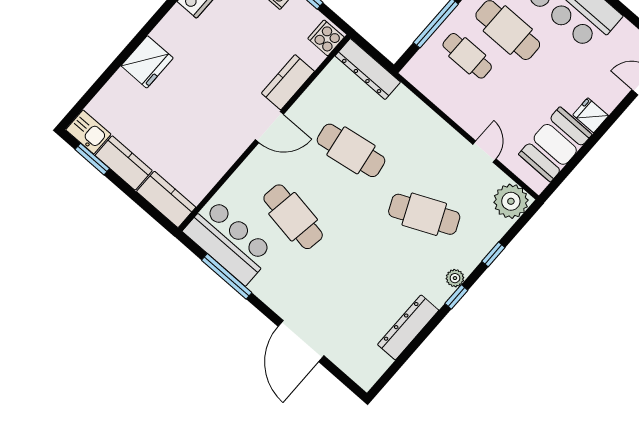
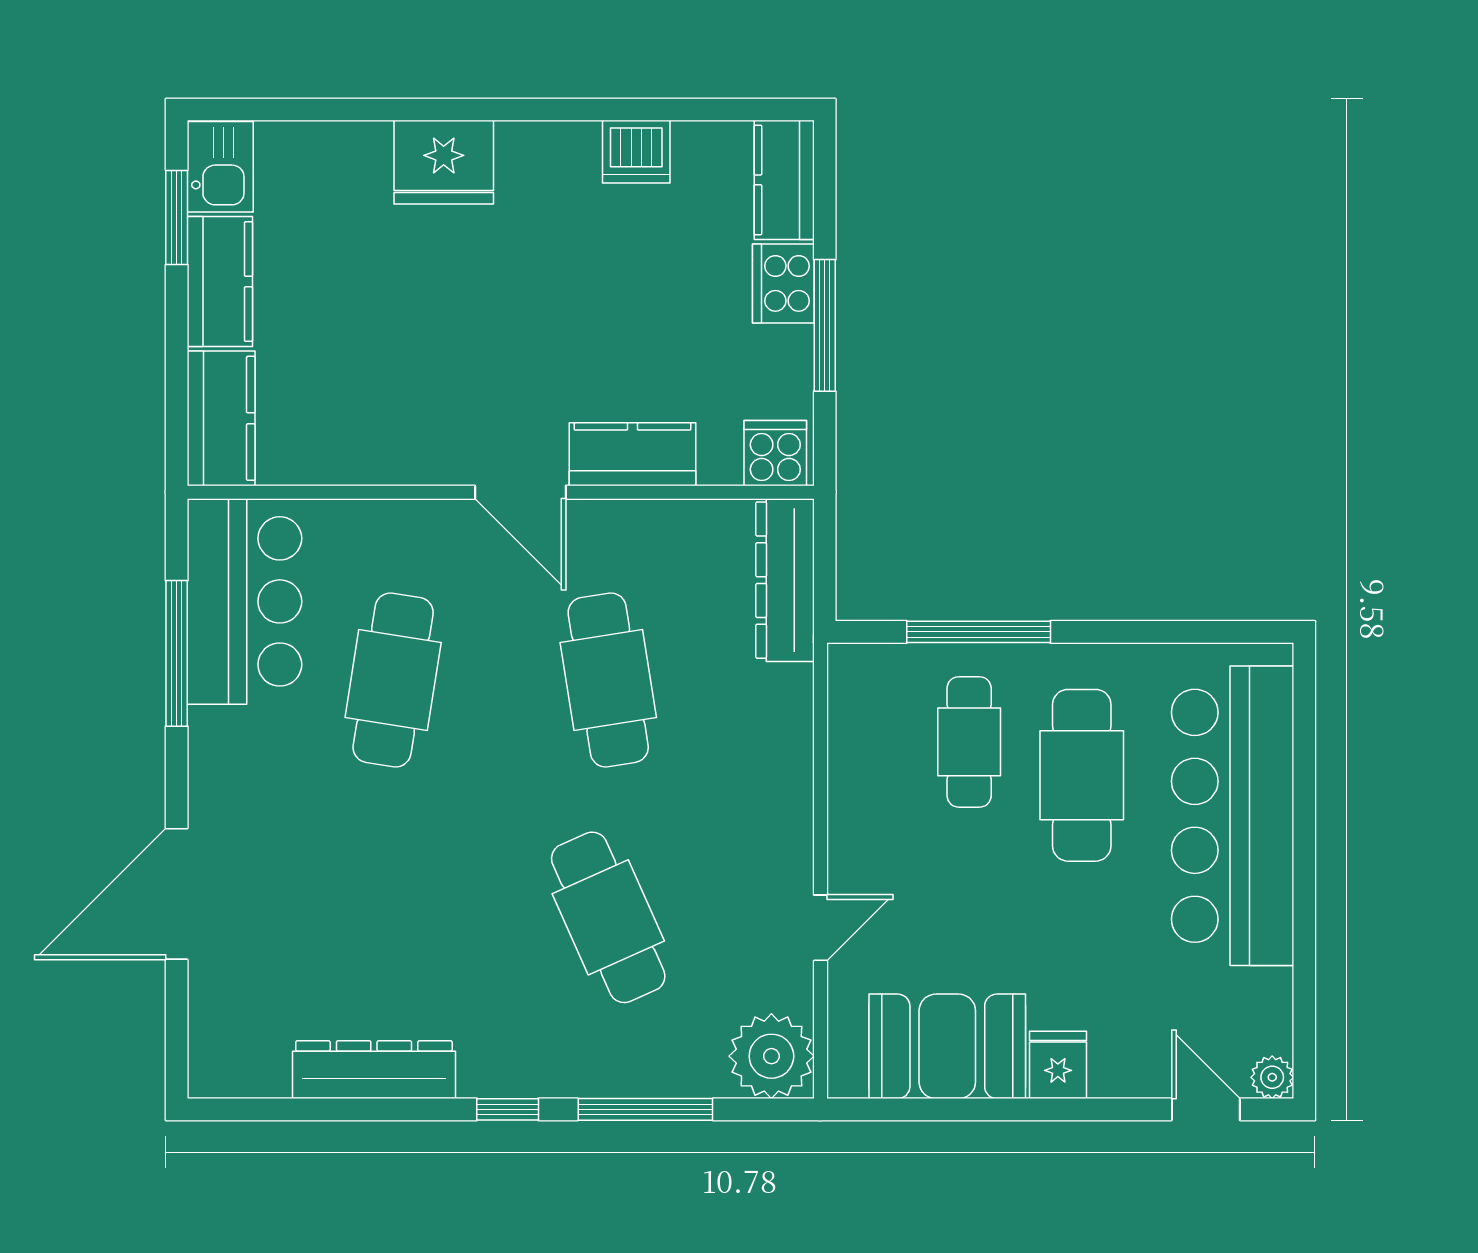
window: (493, 254) -> (645, 1109), width x2.17
plant: (455, 278) -> (540, 1077), removed

